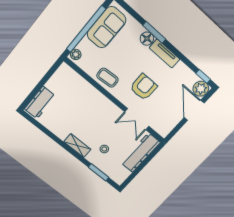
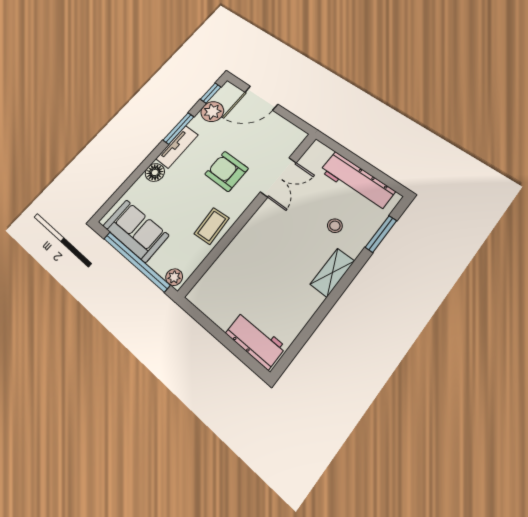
window: (154, 32) -> (178, 128), moved
plant: (201, 89) -> (212, 112), moved
workbench: (140, 153) -> (357, 181), moved

